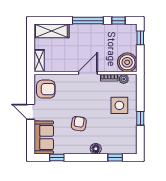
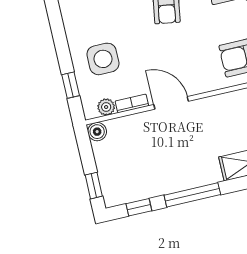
boiler: (127, 62) -> (97, 132), width x0.54, depth x0.54
door: (88, 73) -> (171, 103), swing flipped
window: (140, 118) -> (71, 85), moved

